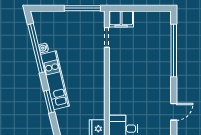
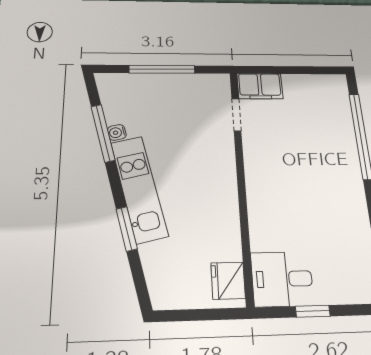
window: (82, 8) -> (162, 69), moved
window: (36, 48) -> (103, 133), width x0.68

